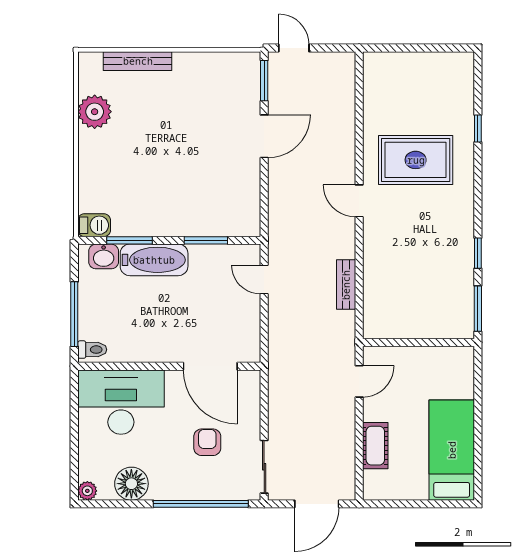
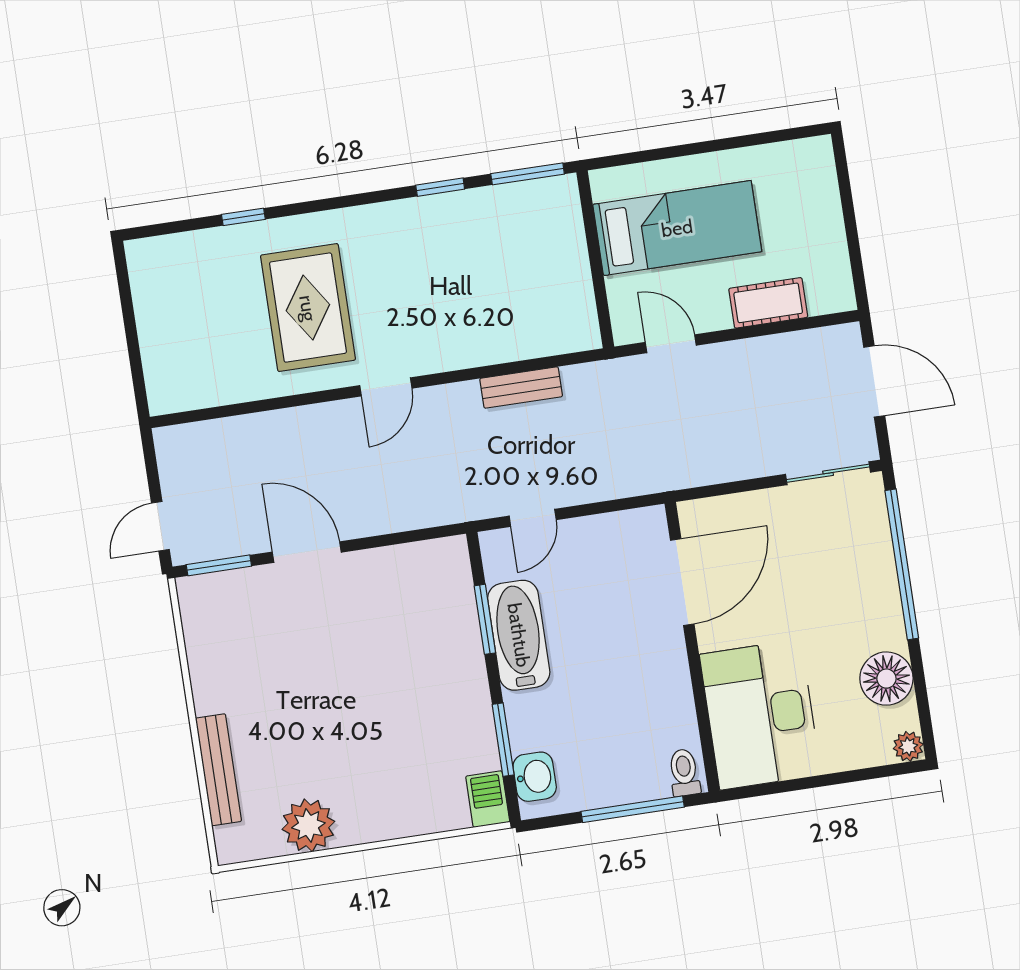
bathtub: (154, 260) -> (519, 635), moved
armchair: (207, 442) -> (803, 569), removed
bed: (452, 450) -> (677, 228), moved, turned 180

